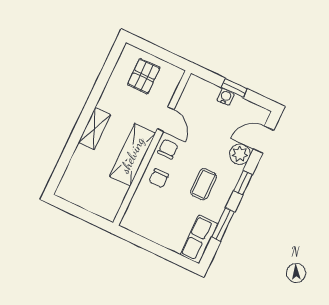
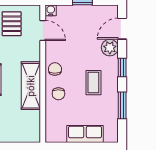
water cooler: (226, 97) -> (51, 10), moved
door: (166, 119) -> (43, 30), moved
row of seats: (199, 239) -> (85, 134), moved, turned 90

